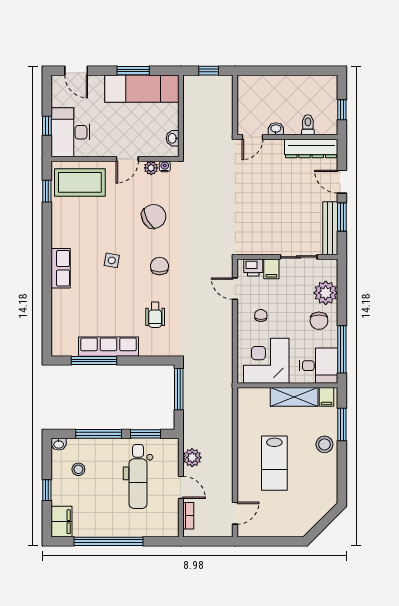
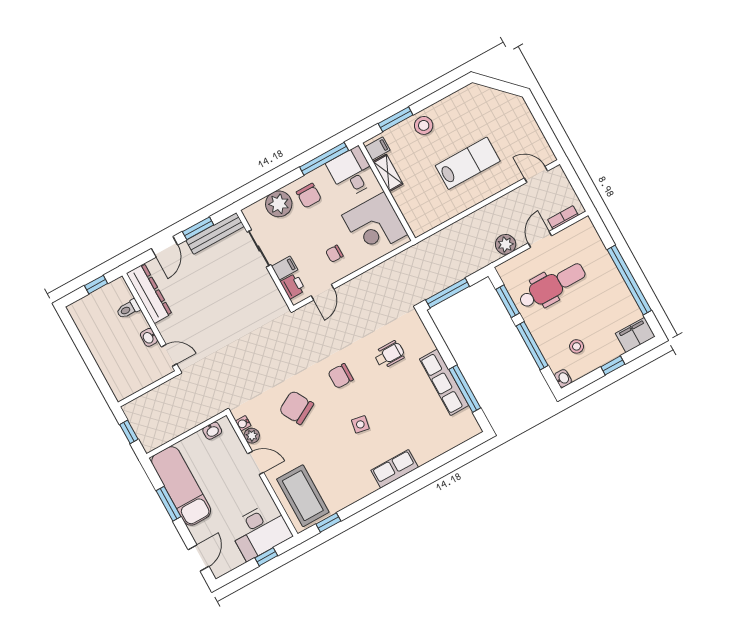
chair: (319, 321) -> (309, 196), turned 90
shelving: (294, 397) -> (388, 173), width x0.67, depth x0.75

